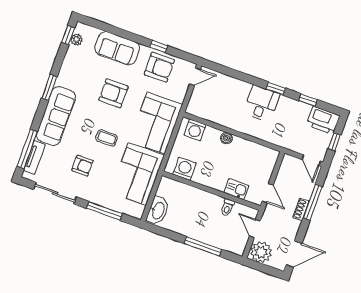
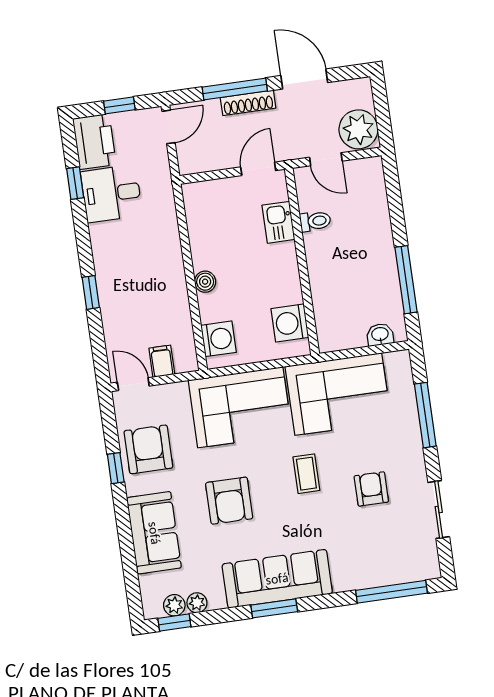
plant: (72, 51) -> (197, 603), added
window: (276, 89) -> (91, 292), moved
filing cabinet: (199, 96) -> (162, 361), added
desk: (261, 104) -> (111, 194), moved
sofa: (56, 116) -> (277, 579), moved
tv unit: (34, 157) -> (399, 573), removed
sliding door: (55, 193) -> (439, 510), width x0.73
shoe rack: (301, 209) -> (248, 103), width x1.43
washbasin: (158, 211) -> (380, 335), width x0.52, depth x0.69
door: (255, 229) -> (326, 159), hinge flipped
window: (203, 246) -> (406, 280), moved
door: (294, 254) -> (304, 79), moved

